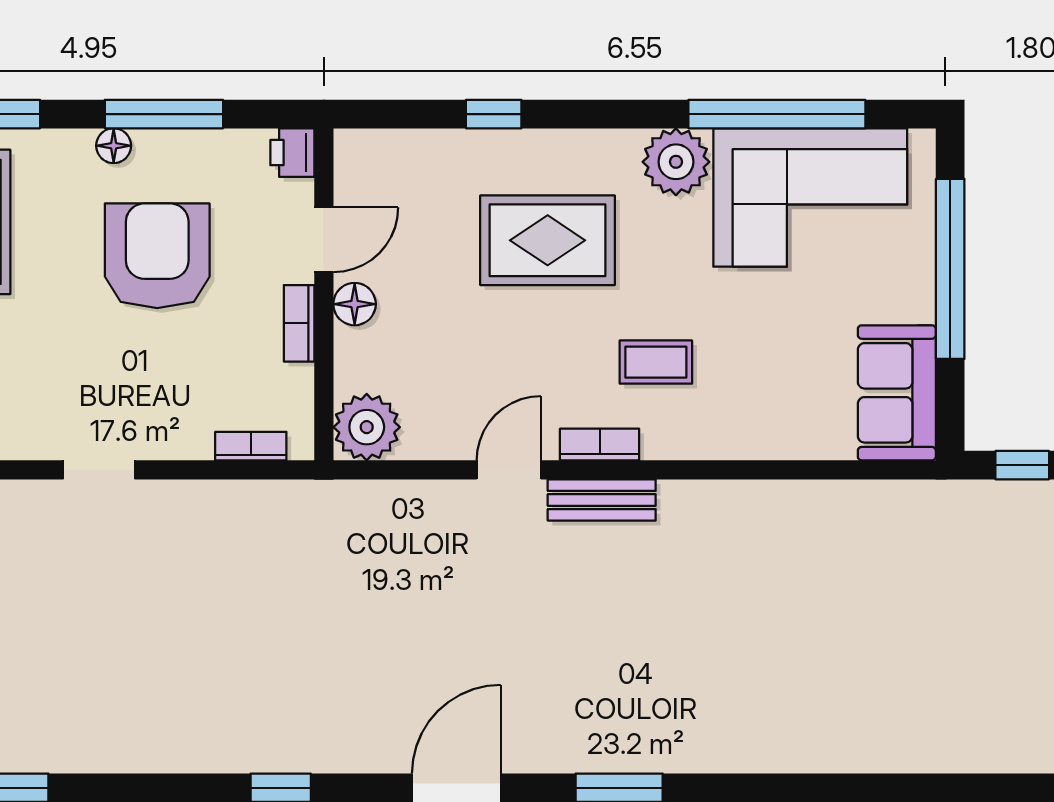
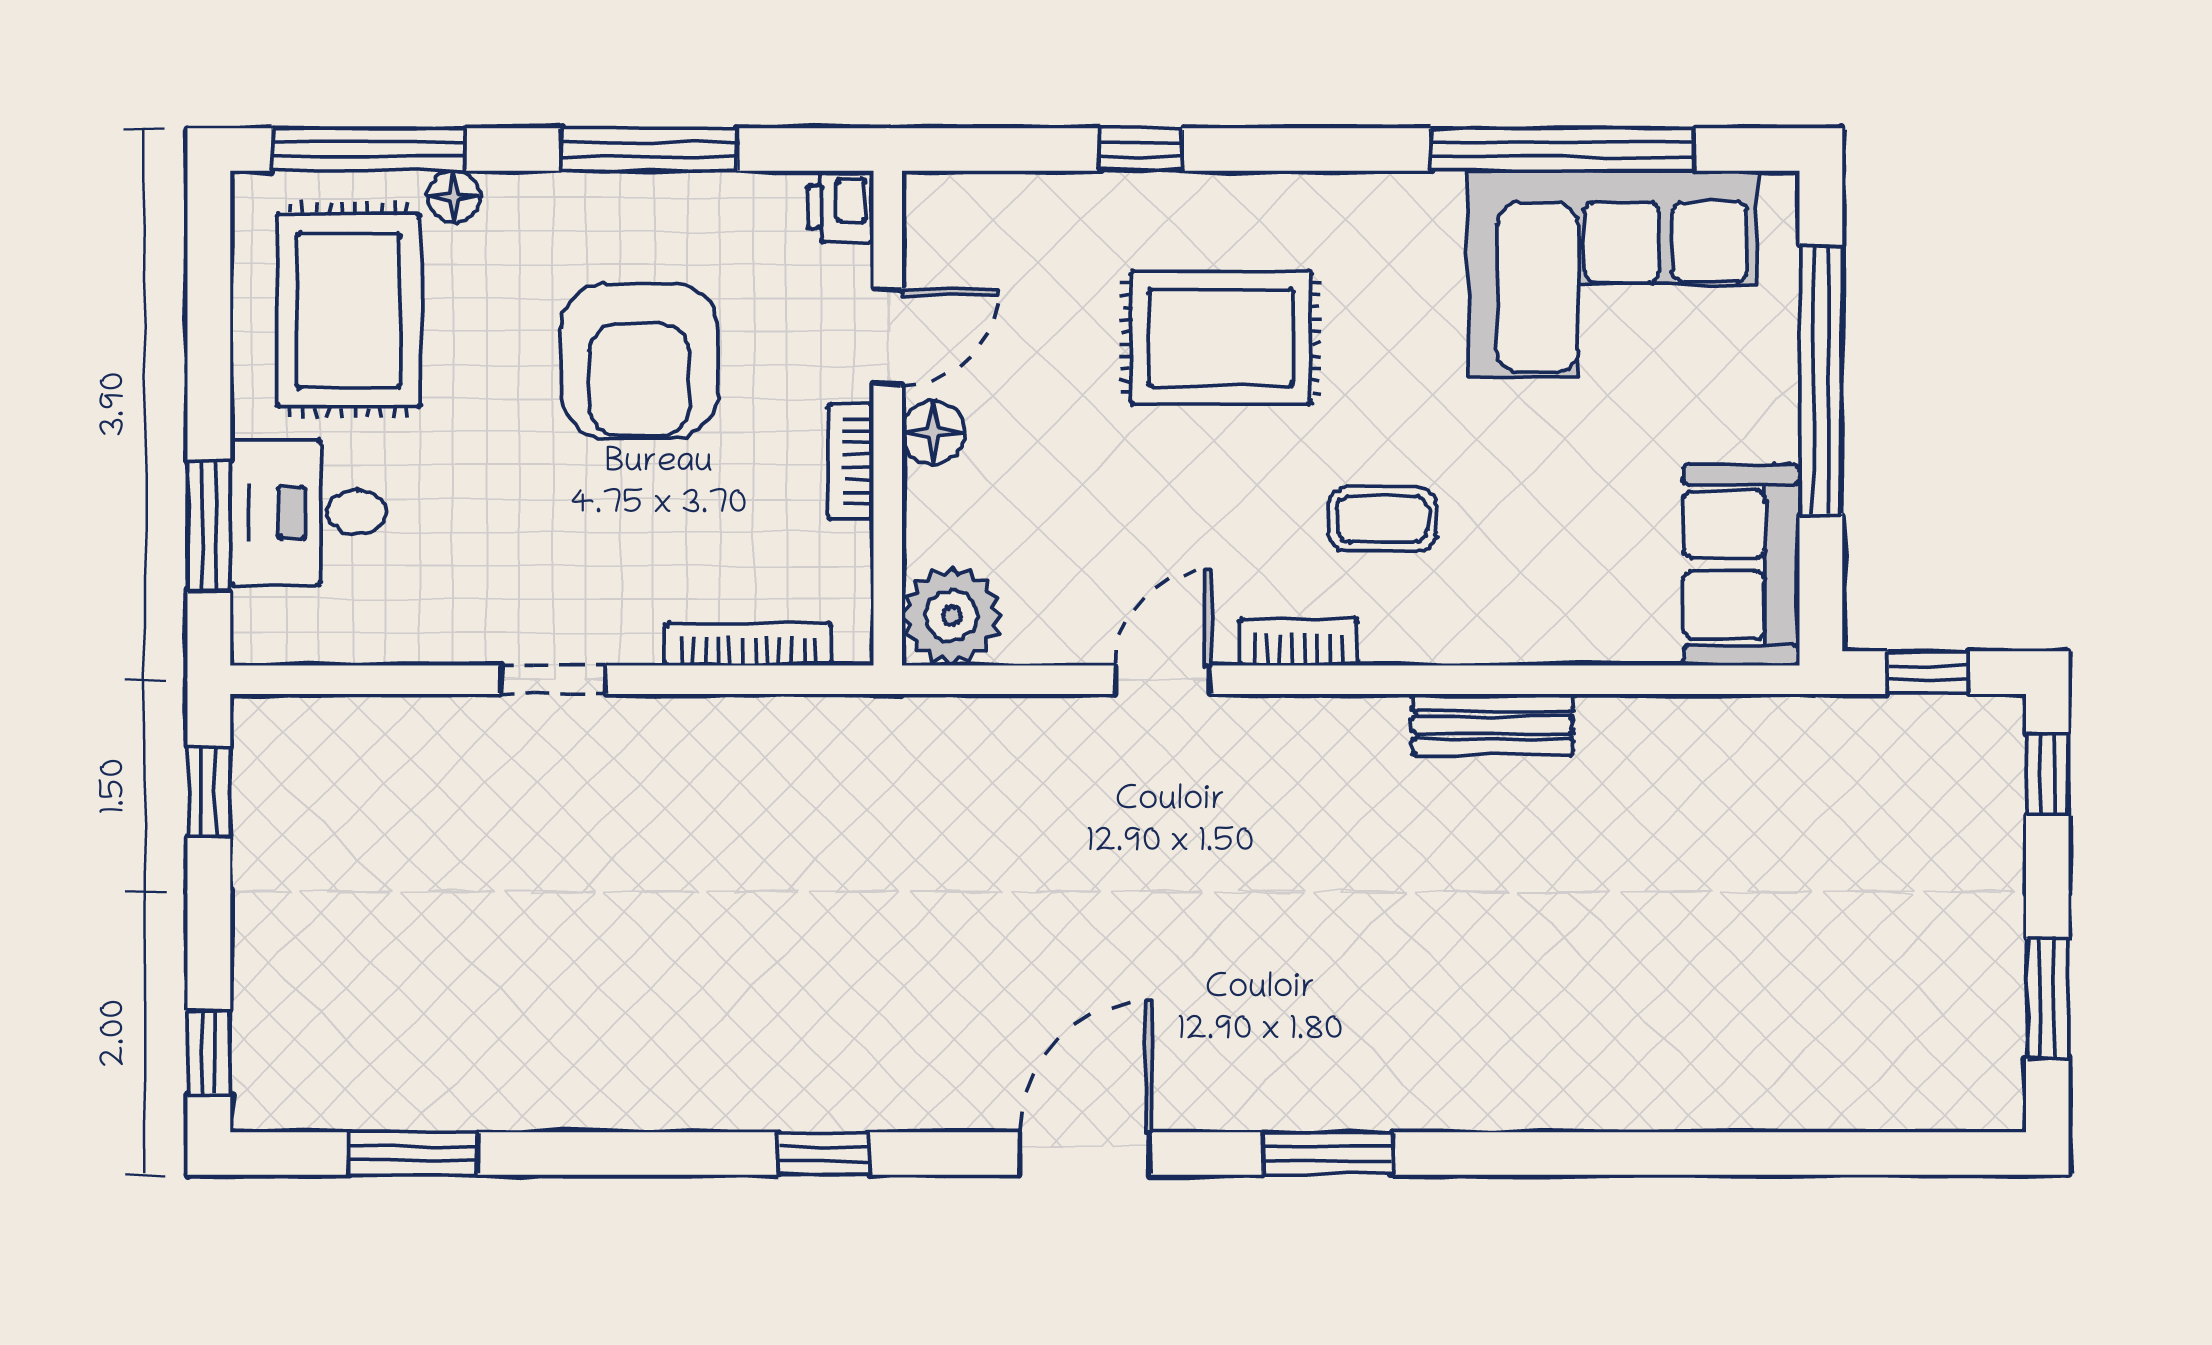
floor lamp: (114, 146) -> (454, 197), moved
plant: (676, 162) -> (1412, 221), removed
armchair: (157, 256) -> (639, 361), turned 180
bookcase: (251, 446) -> (749, 644), width x1.56
bench: (602, 500) -> (1493, 725), moved

